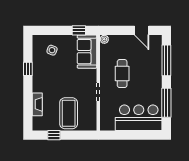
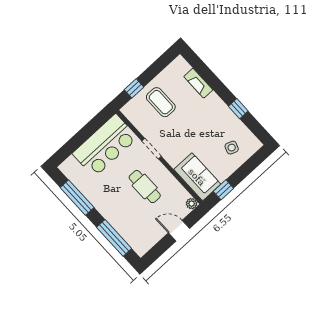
door: (142, 30) -> (179, 231), moved
coffee table: (69, 113) -> (161, 102), width x0.73, depth x0.76
bar counter: (139, 118) -> (105, 146), moved
window: (54, 135) -> (134, 88), moved

